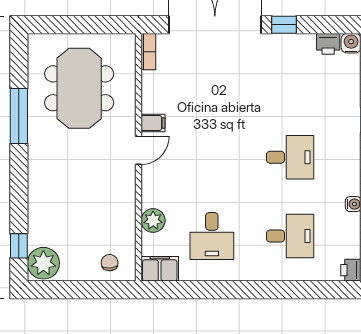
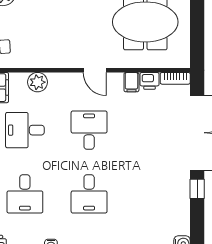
printer: (328, 44) -> (150, 81), moved, turned -90
filing cabinet: (153, 123) -> (131, 82), moved
desk: (212, 157) -> (89, 130), added

